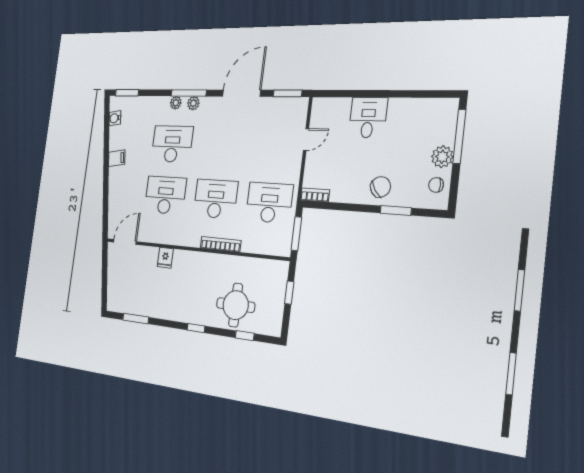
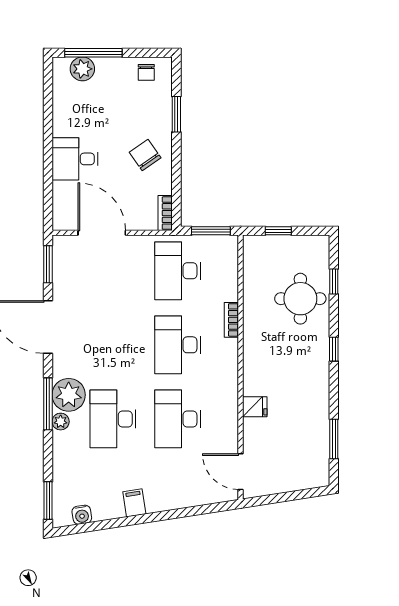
plant: (193, 103) -> (69, 395), width x1.88, depth x1.88
door: (306, 139) -> (102, 233), width x1.88
plant: (442, 157) -> (82, 69), moved
chair: (380, 187) -> (145, 155), moved
bookcase: (221, 244) -> (231, 320), width x0.64

